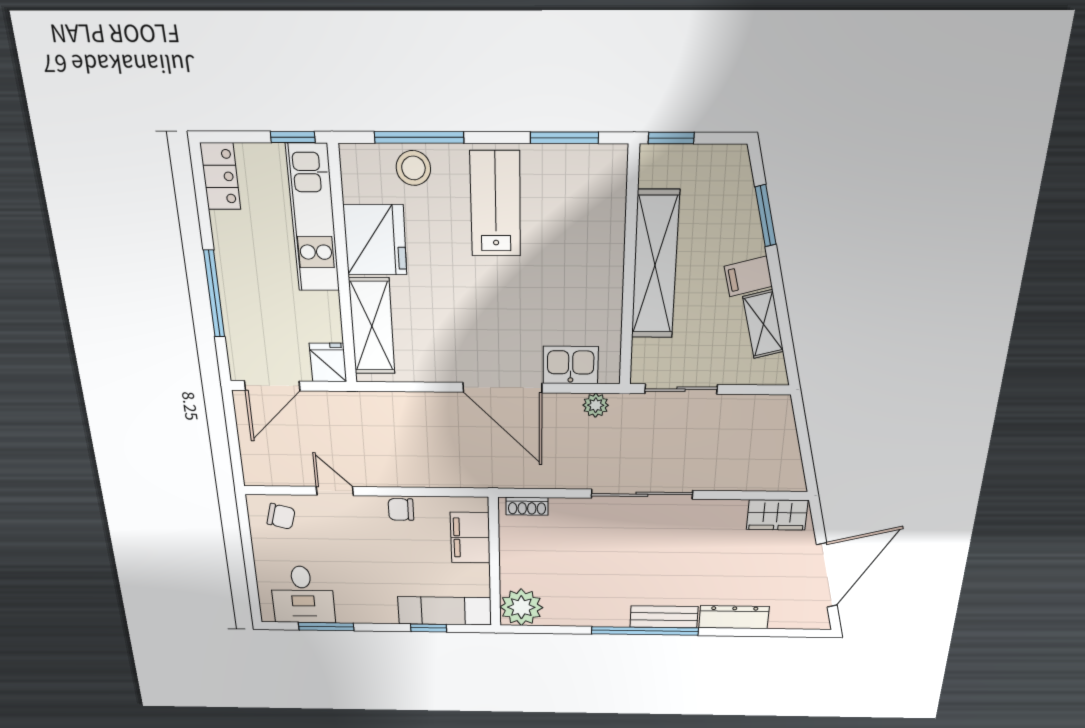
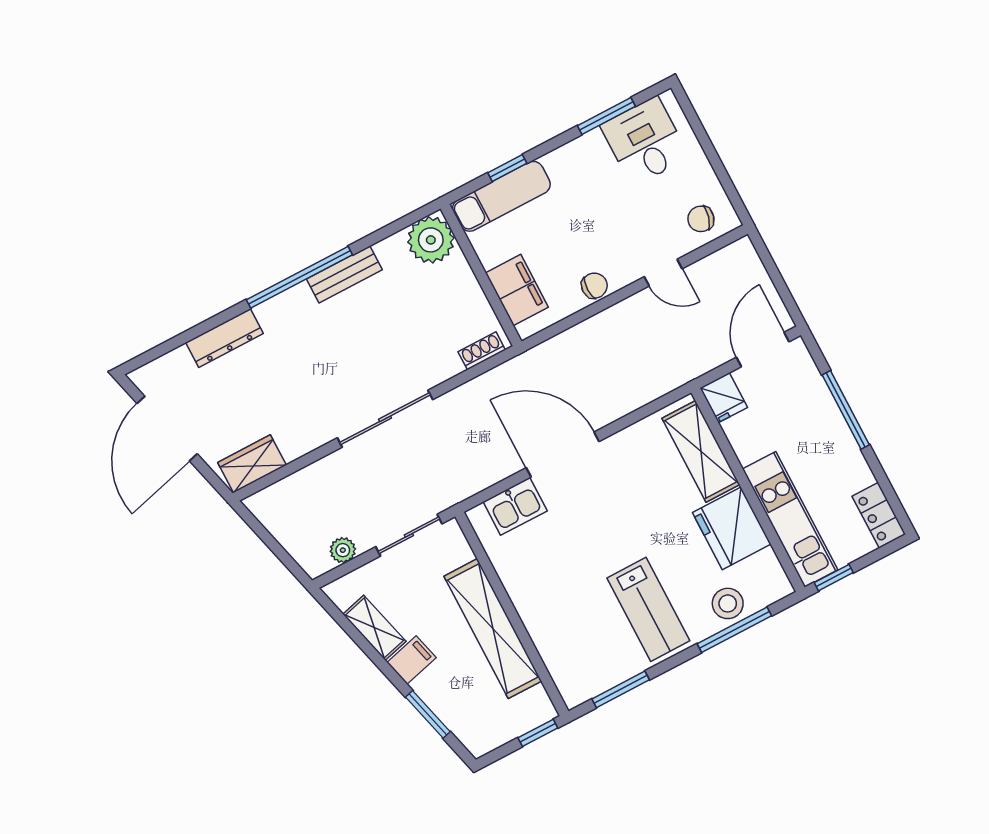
plant: (596, 405) -> (343, 550), moved
bench: (664, 617) -> (344, 274), moved

